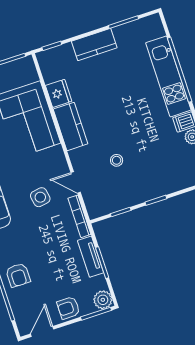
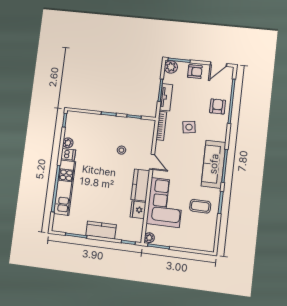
plant: (28, 65) -> (149, 238), added
door: (76, 182) -> (152, 162), moved
side table: (40, 197) -> (189, 127), moved

